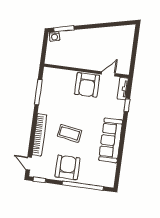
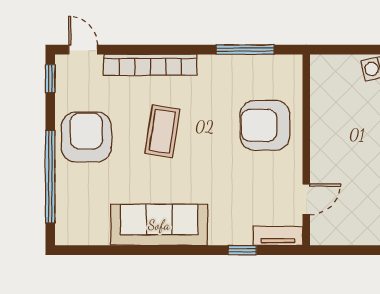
door: (108, 74) -> (306, 199), hinge flipped
armchair: (87, 85) -> (265, 125), moved
door: (29, 164) -> (83, 50), hinge flipped
armchair: (68, 167) -> (86, 137), turned -90

